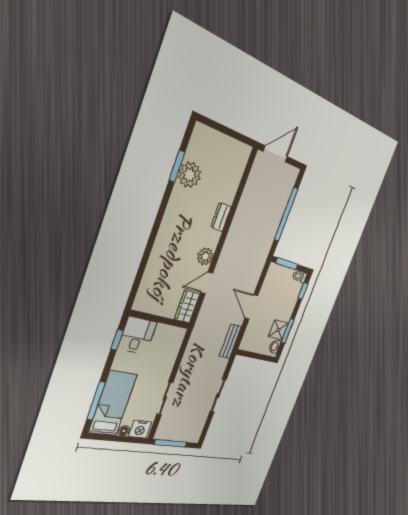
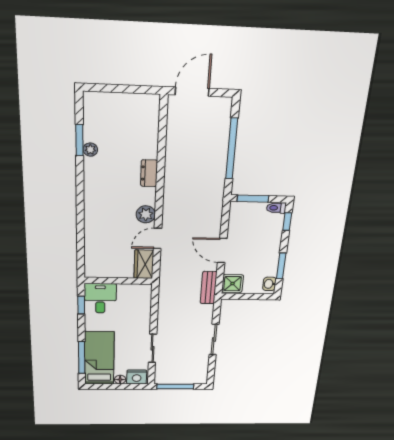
plant: (190, 175) -> (90, 150), width x0.53, depth x0.53
shower: (278, 330) -> (232, 284), moved

